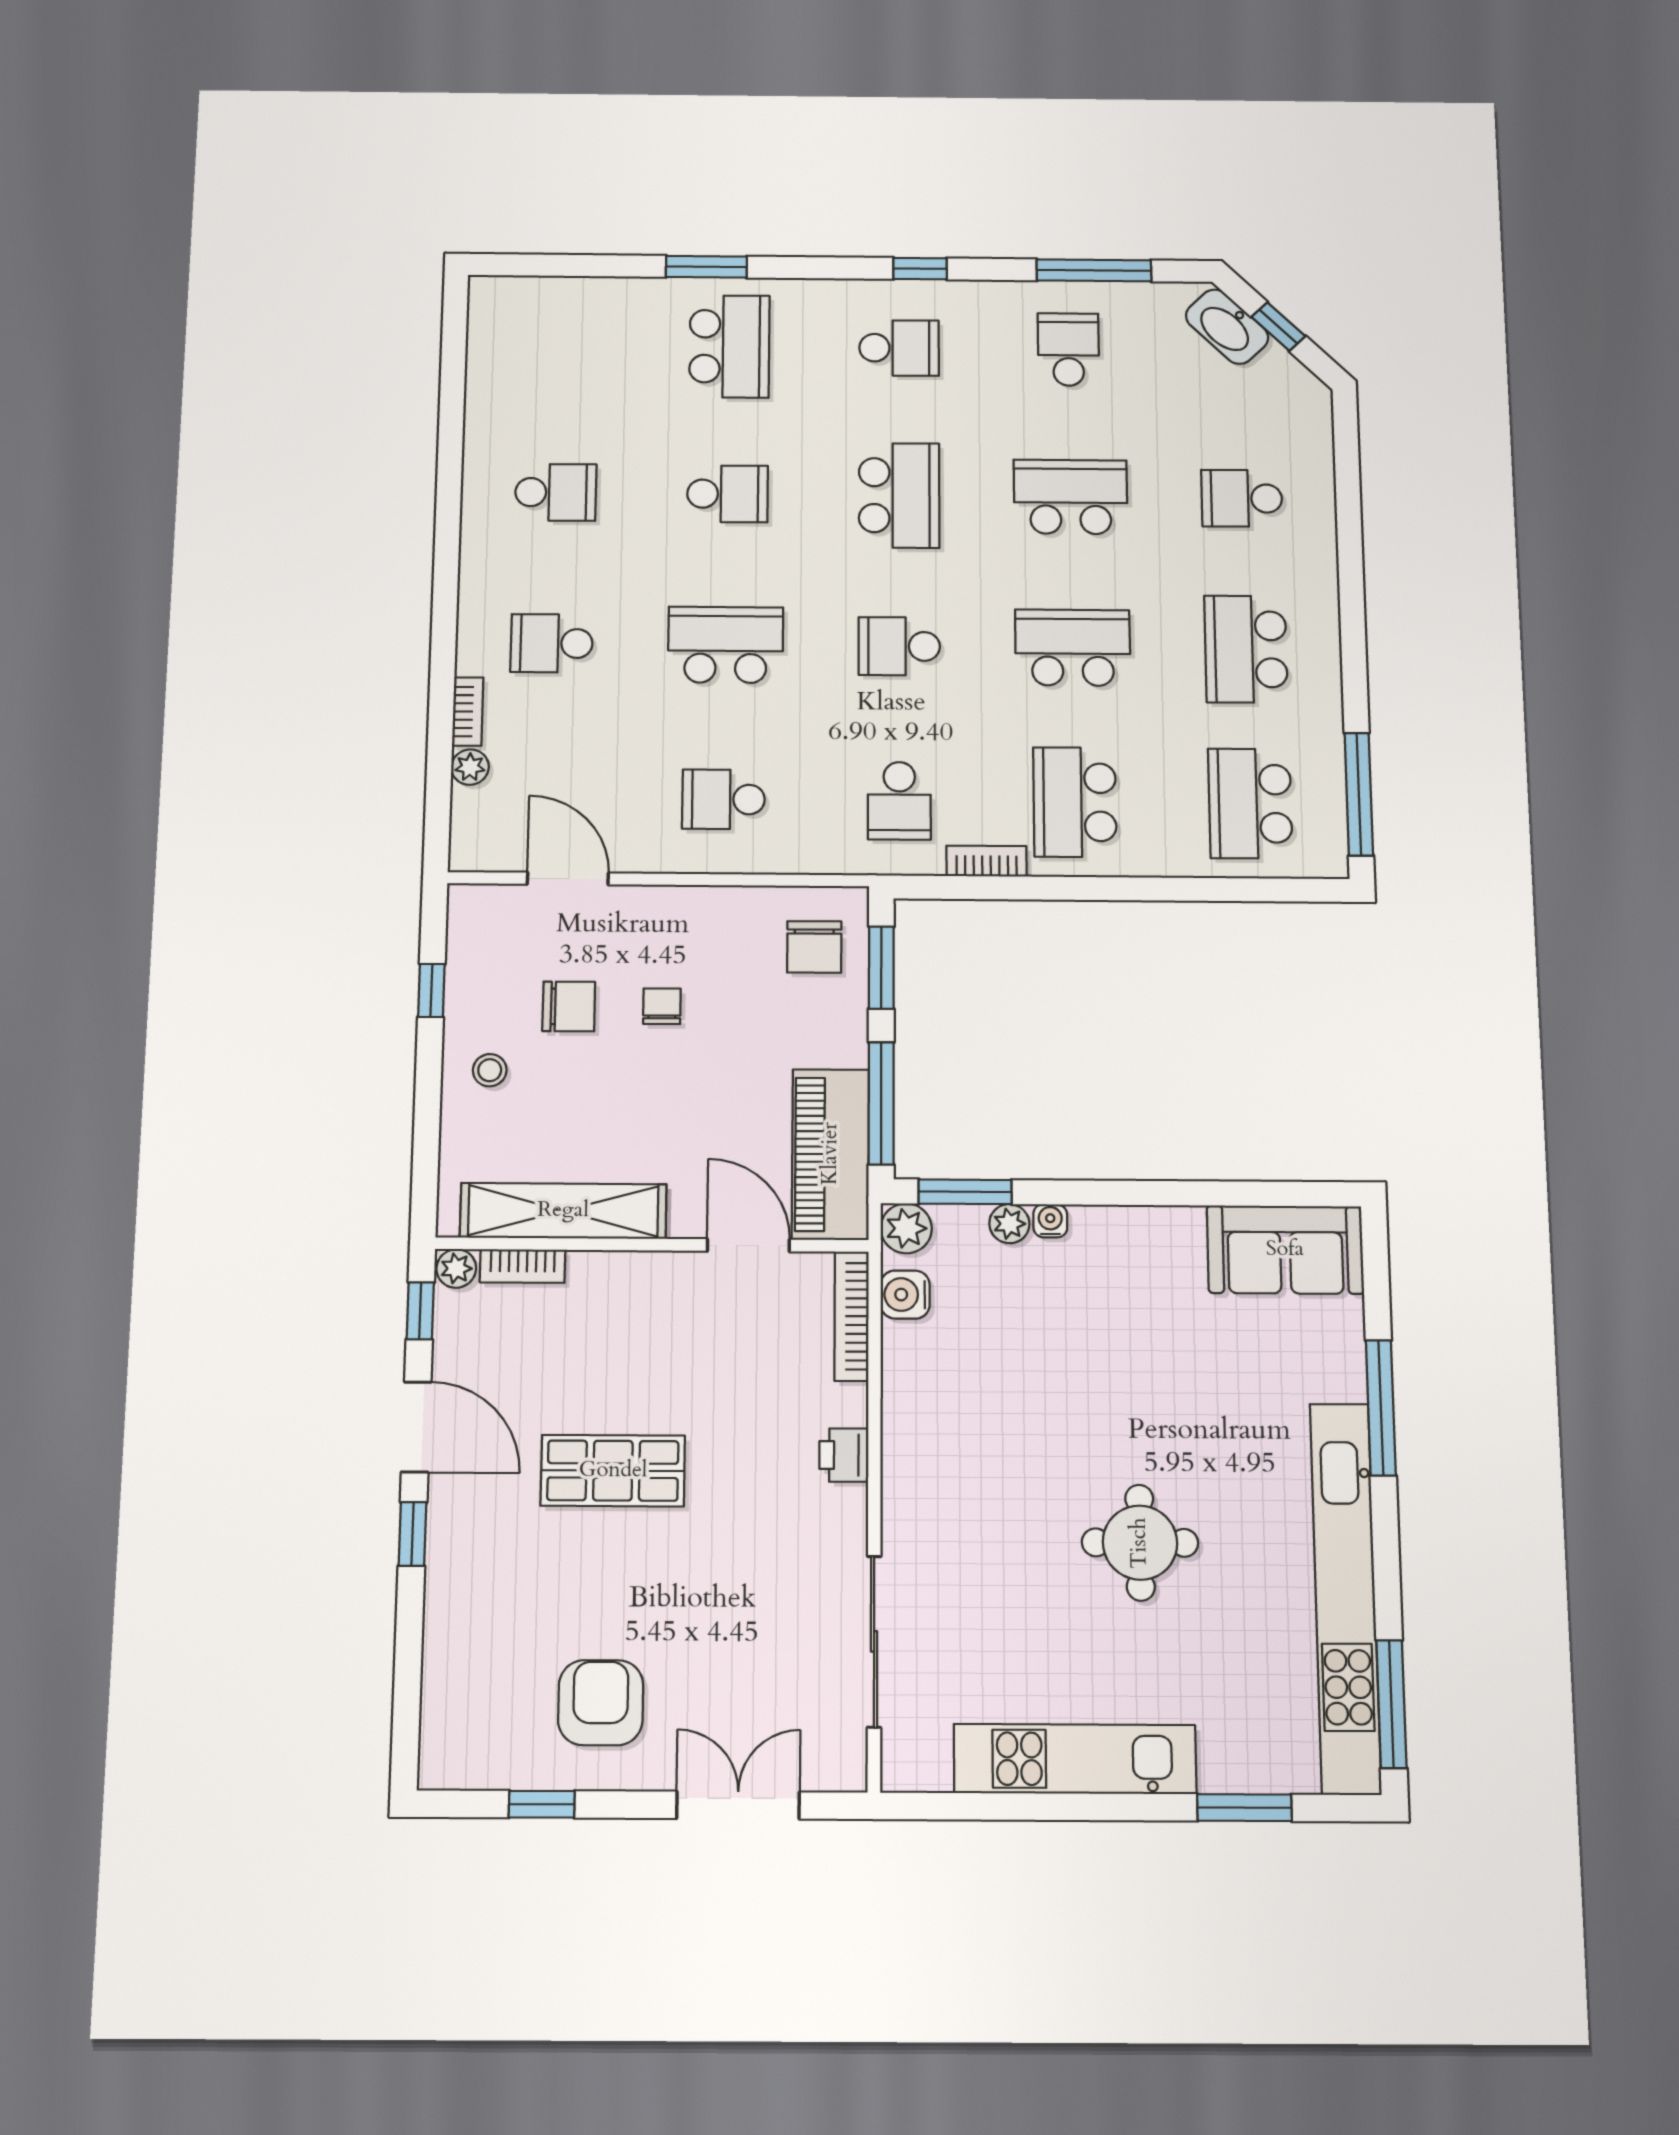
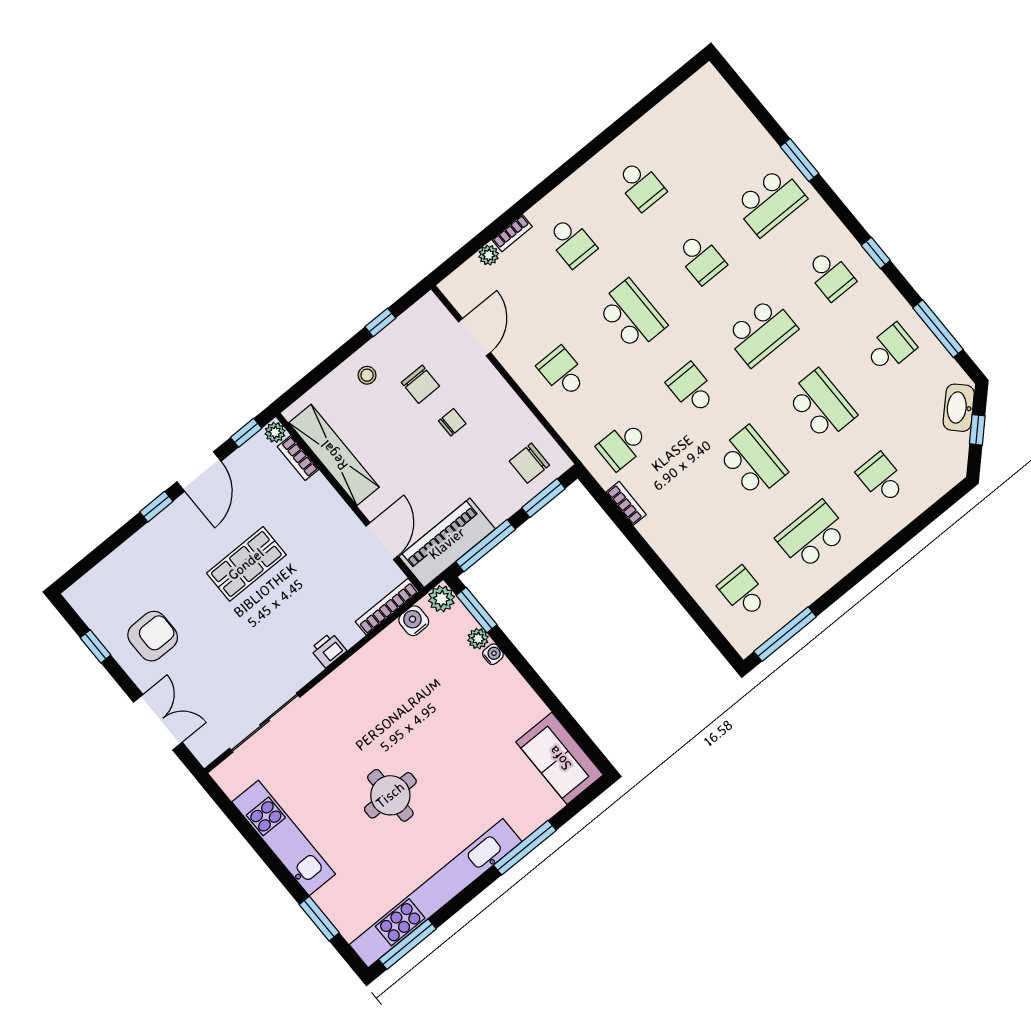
school desk: (552, 643) -> (571, 242), turned 180
school desk: (1075, 802) -> (683, 519), removed
school desk: (1250, 803) -> (743, 592), width x0.54
shop shelf: (613, 1471) -> (246, 564), turned 90

